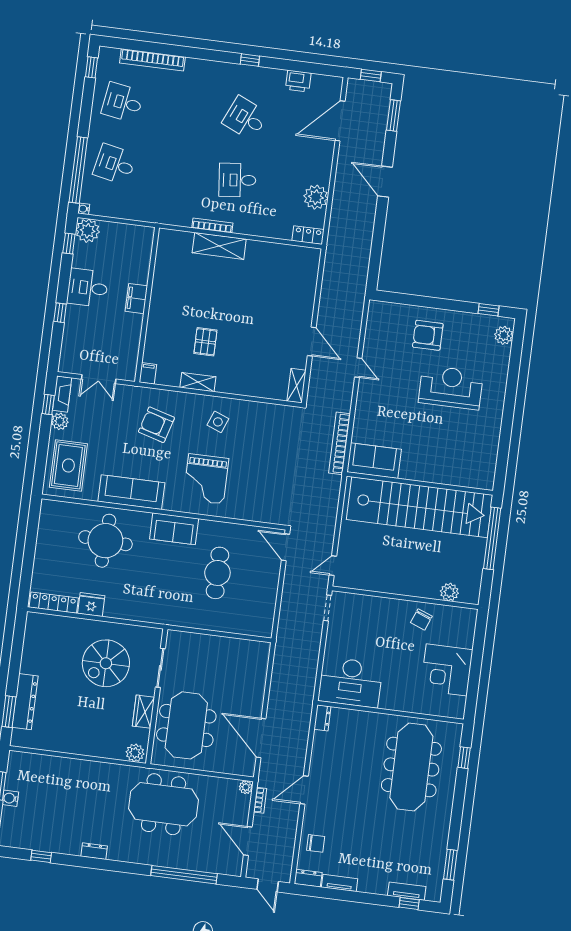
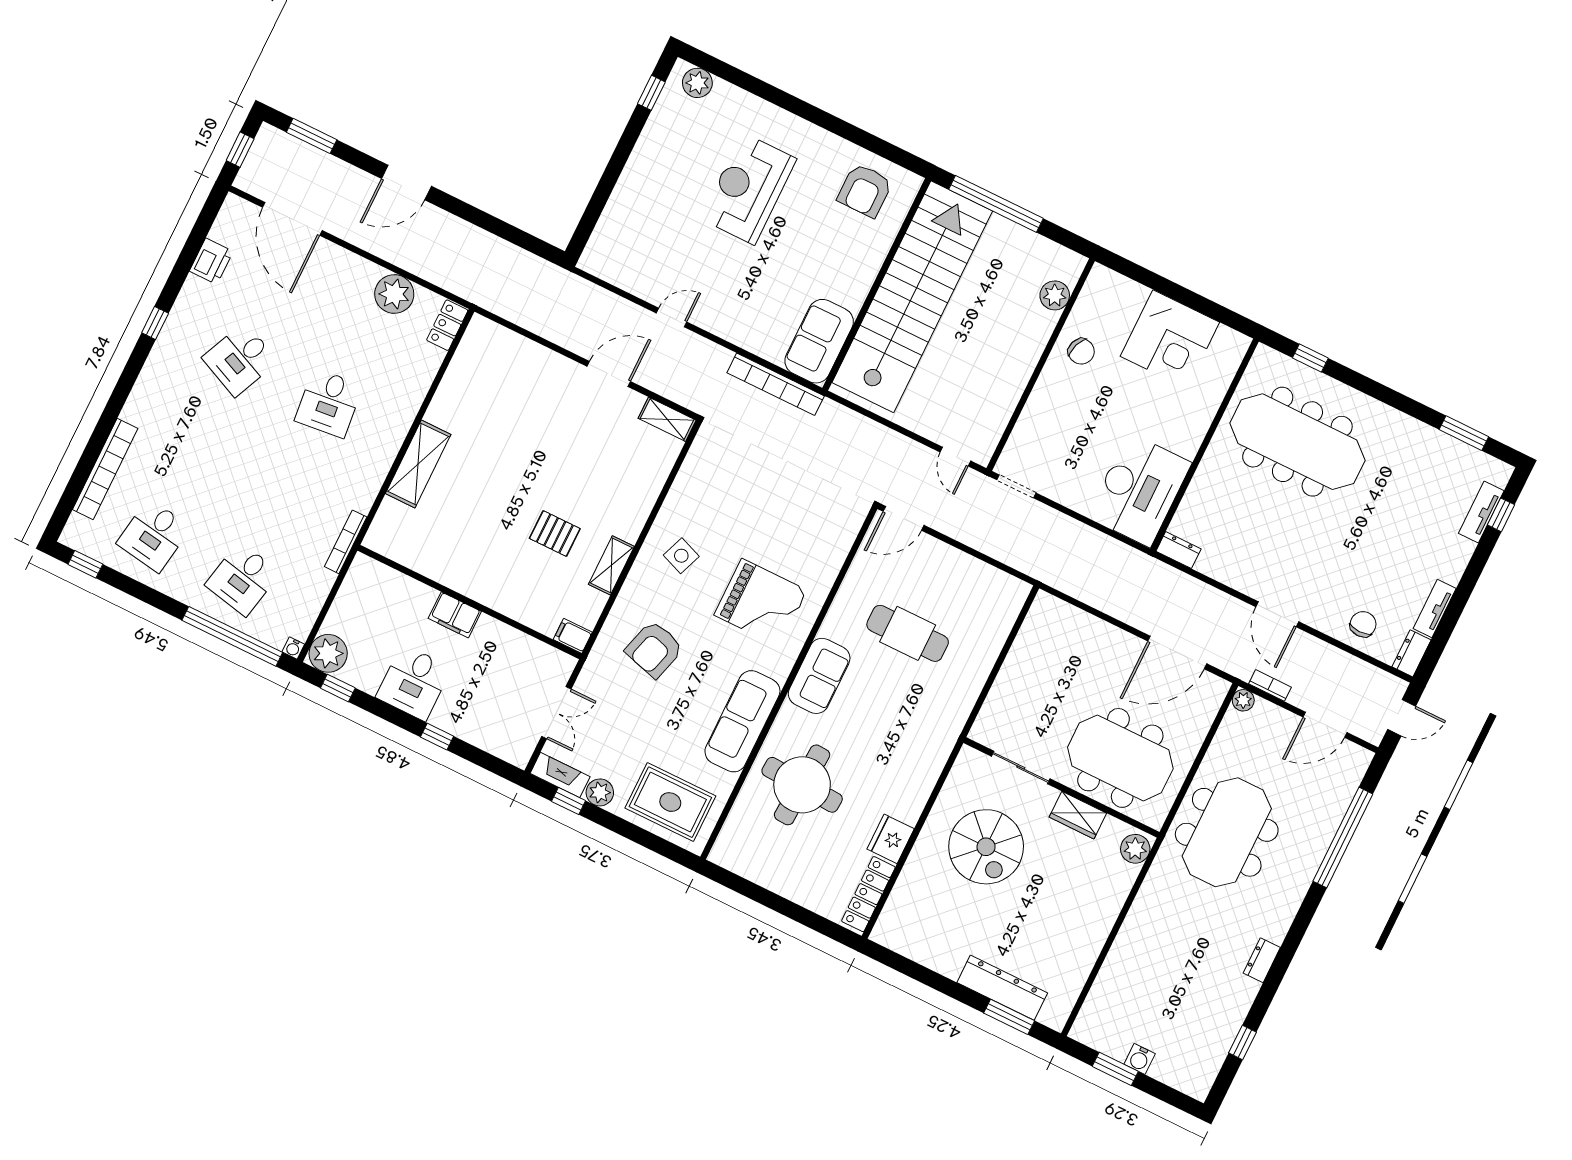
bookcase: (212, 225) -> (346, 542), moved
armchair: (428, 335) -> (865, 190), moved

